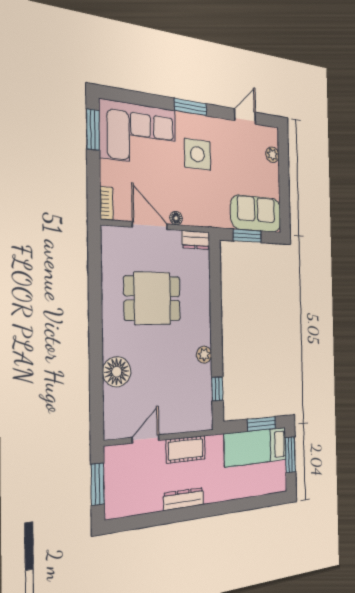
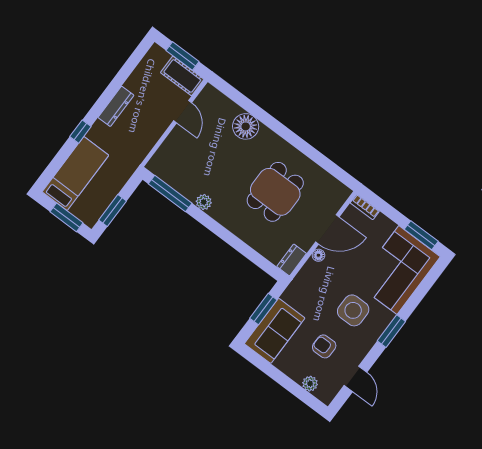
armchair: (240, 161) -> (324, 346), added
window: (217, 389) -> (170, 194), width x2.17
bed: (256, 447) -> (75, 174), moved
cot: (186, 449) -> (182, 76), moved, turned 90
window: (224, 508) -> (80, 132), added

